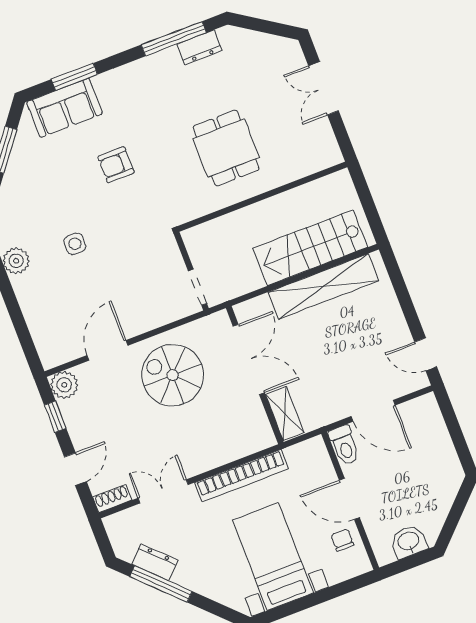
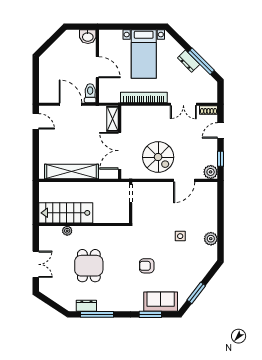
dining table: (226, 148) -> (89, 266), moved
armchair: (116, 165) -> (147, 266), turned 180
plant: (289, 173) -> (67, 231), added
stairs: (310, 248) -> (66, 213), moved, turned 180
chair: (342, 540) -> (108, 49), removed
washbasin: (409, 542) -> (88, 37), moved
dresser: (155, 562) -> (189, 61), moved

